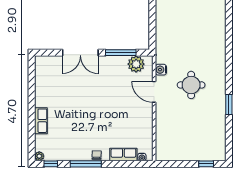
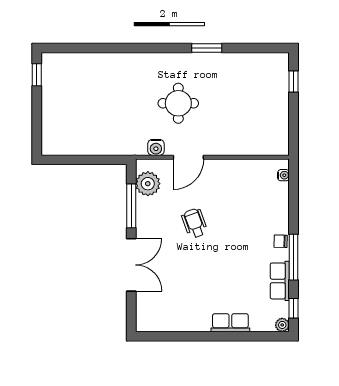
wheelchair: (109, 96) -> (195, 223), added
row of seats: (123, 154) -> (280, 281), moved

